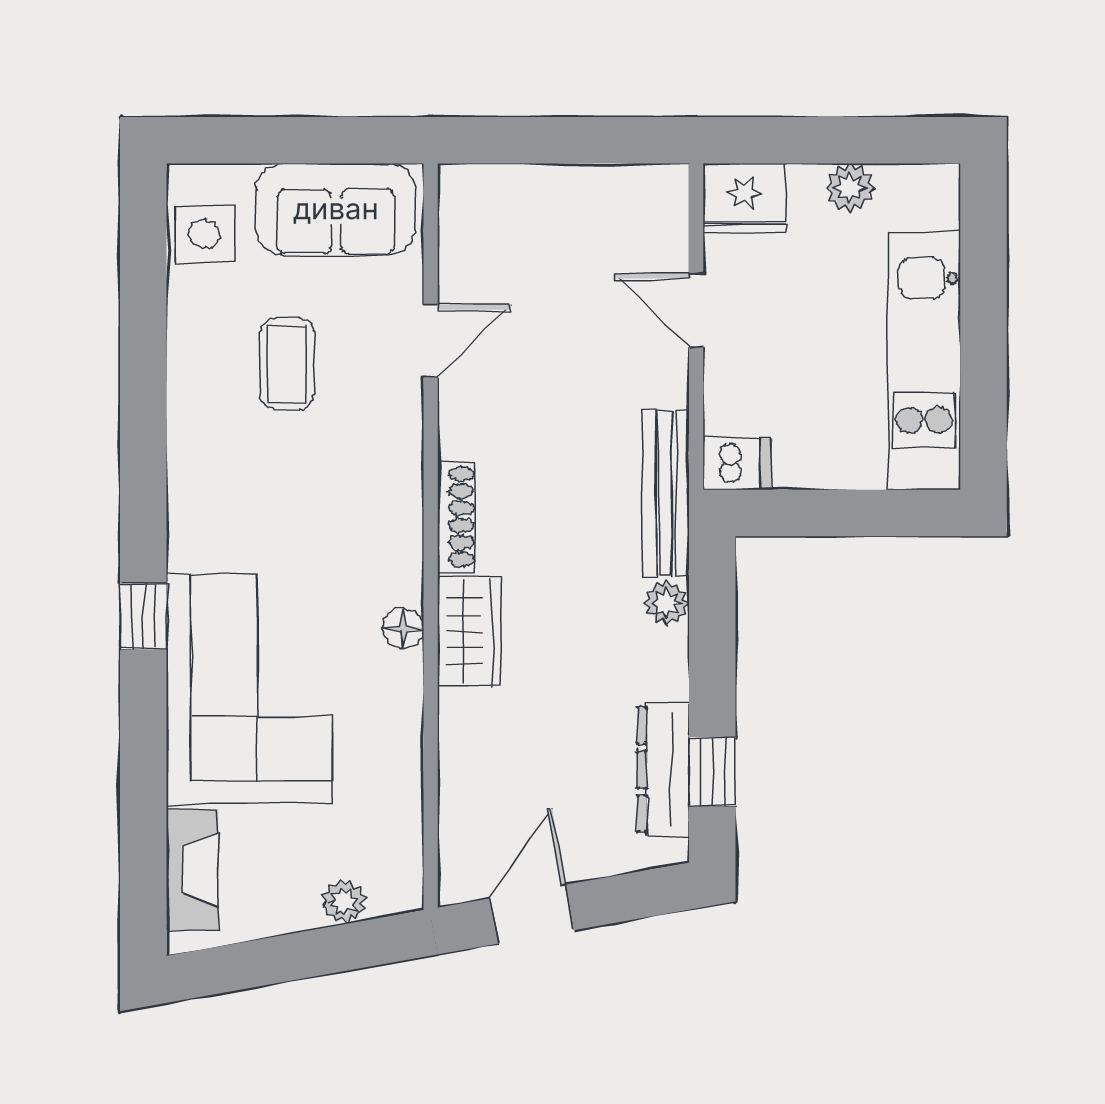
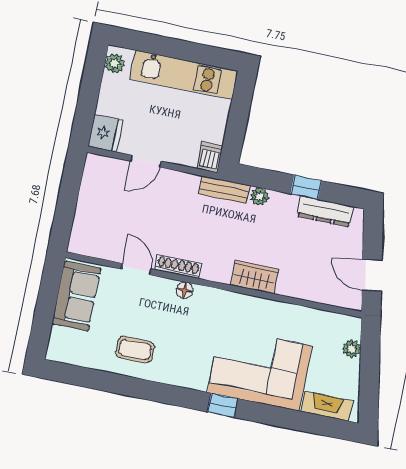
plant: (850, 188) -> (115, 64), moved
side table: (204, 234) -> (76, 350), removed
coffee table: (287, 364) -> (135, 350), moved
bench: (666, 493) -> (224, 190), width x0.73
shoe rack: (456, 517) -> (178, 267), moved
floor lamp: (403, 628) -> (185, 290), moved
window: (712, 772) -> (306, 187), moved

